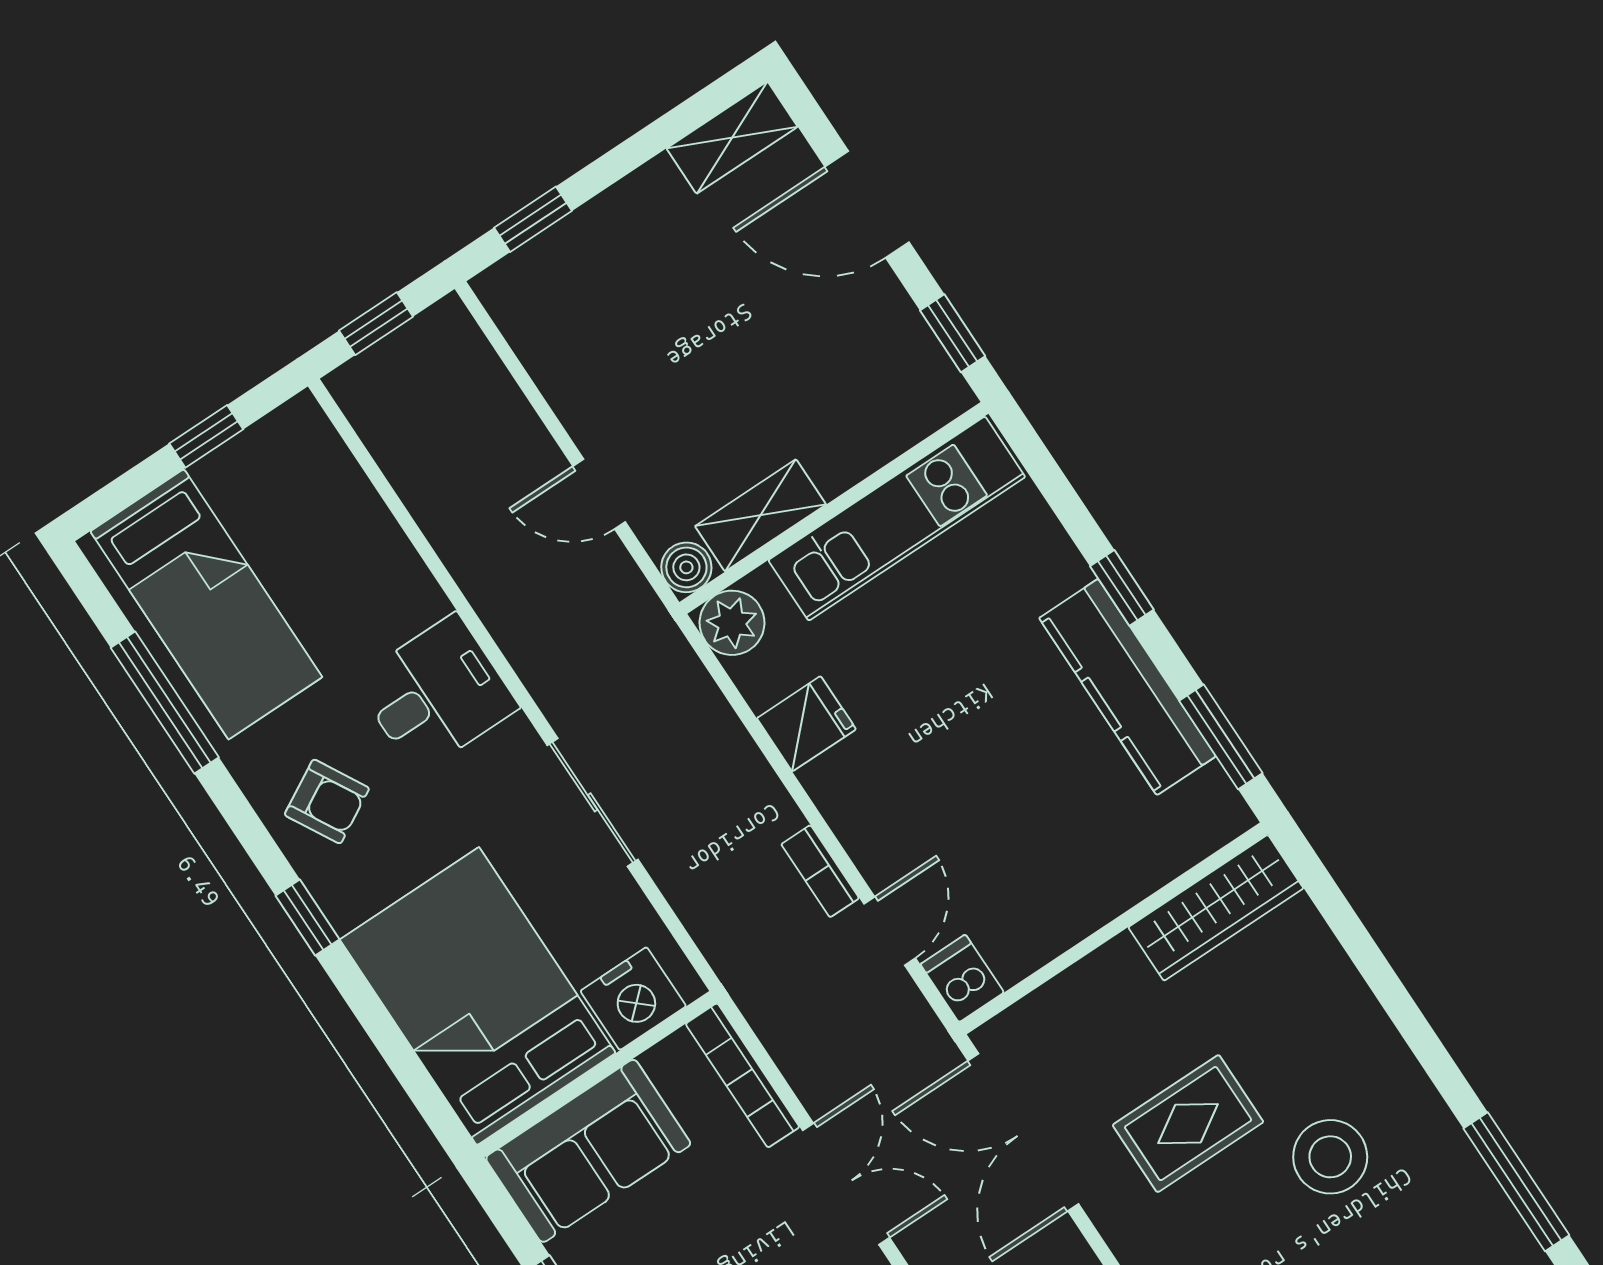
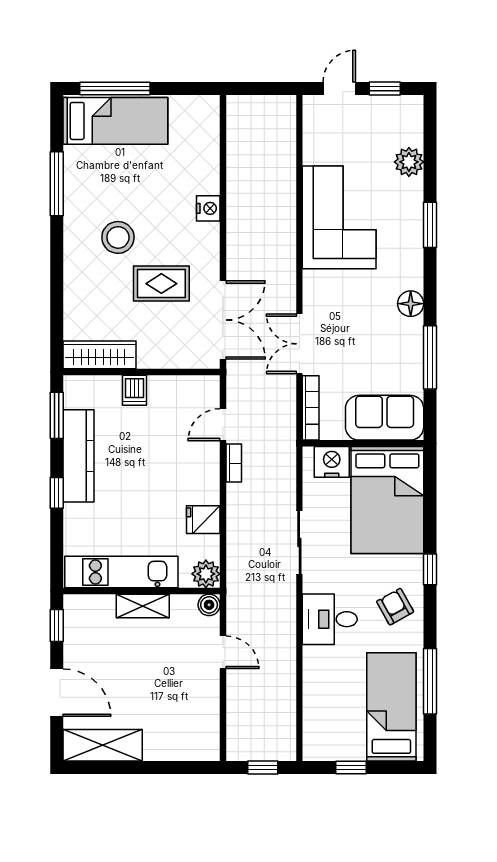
shelving: (732, 138) -> (103, 745), width x1.50, depth x1.33
window: (533, 219) -> (181, 767), removed
shelving: (760, 515) -> (143, 606), moved
dishwasher: (962, 978) -> (134, 390), moved

